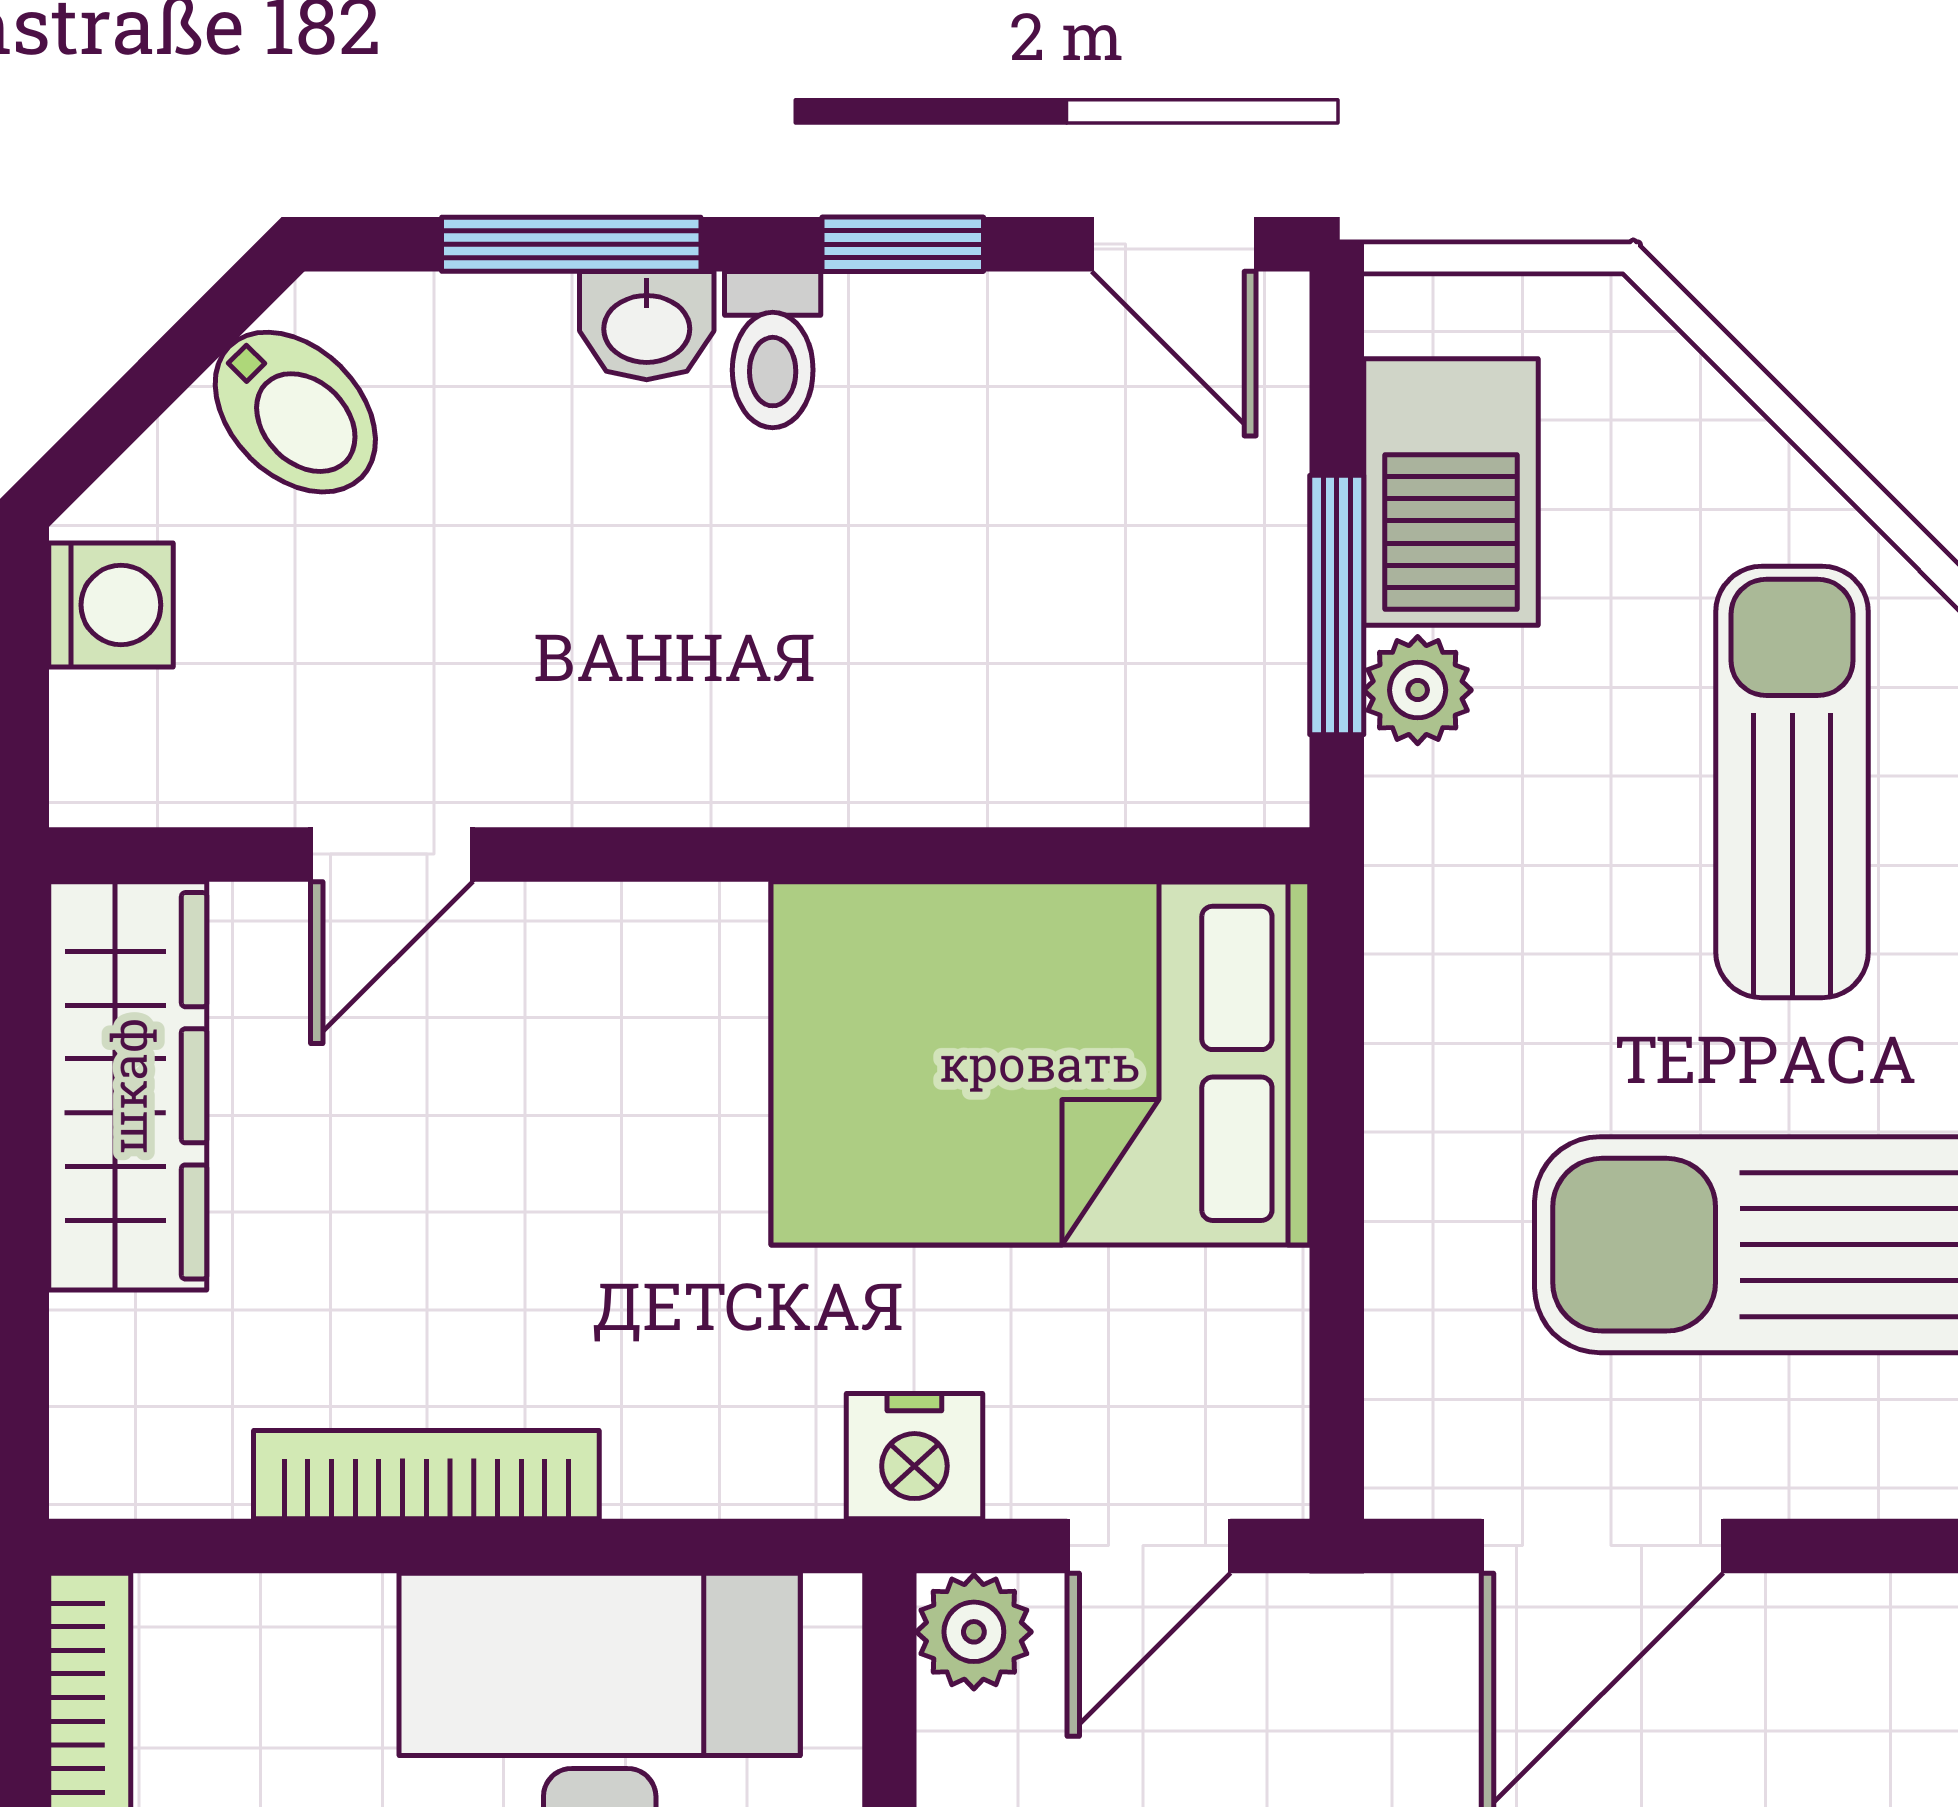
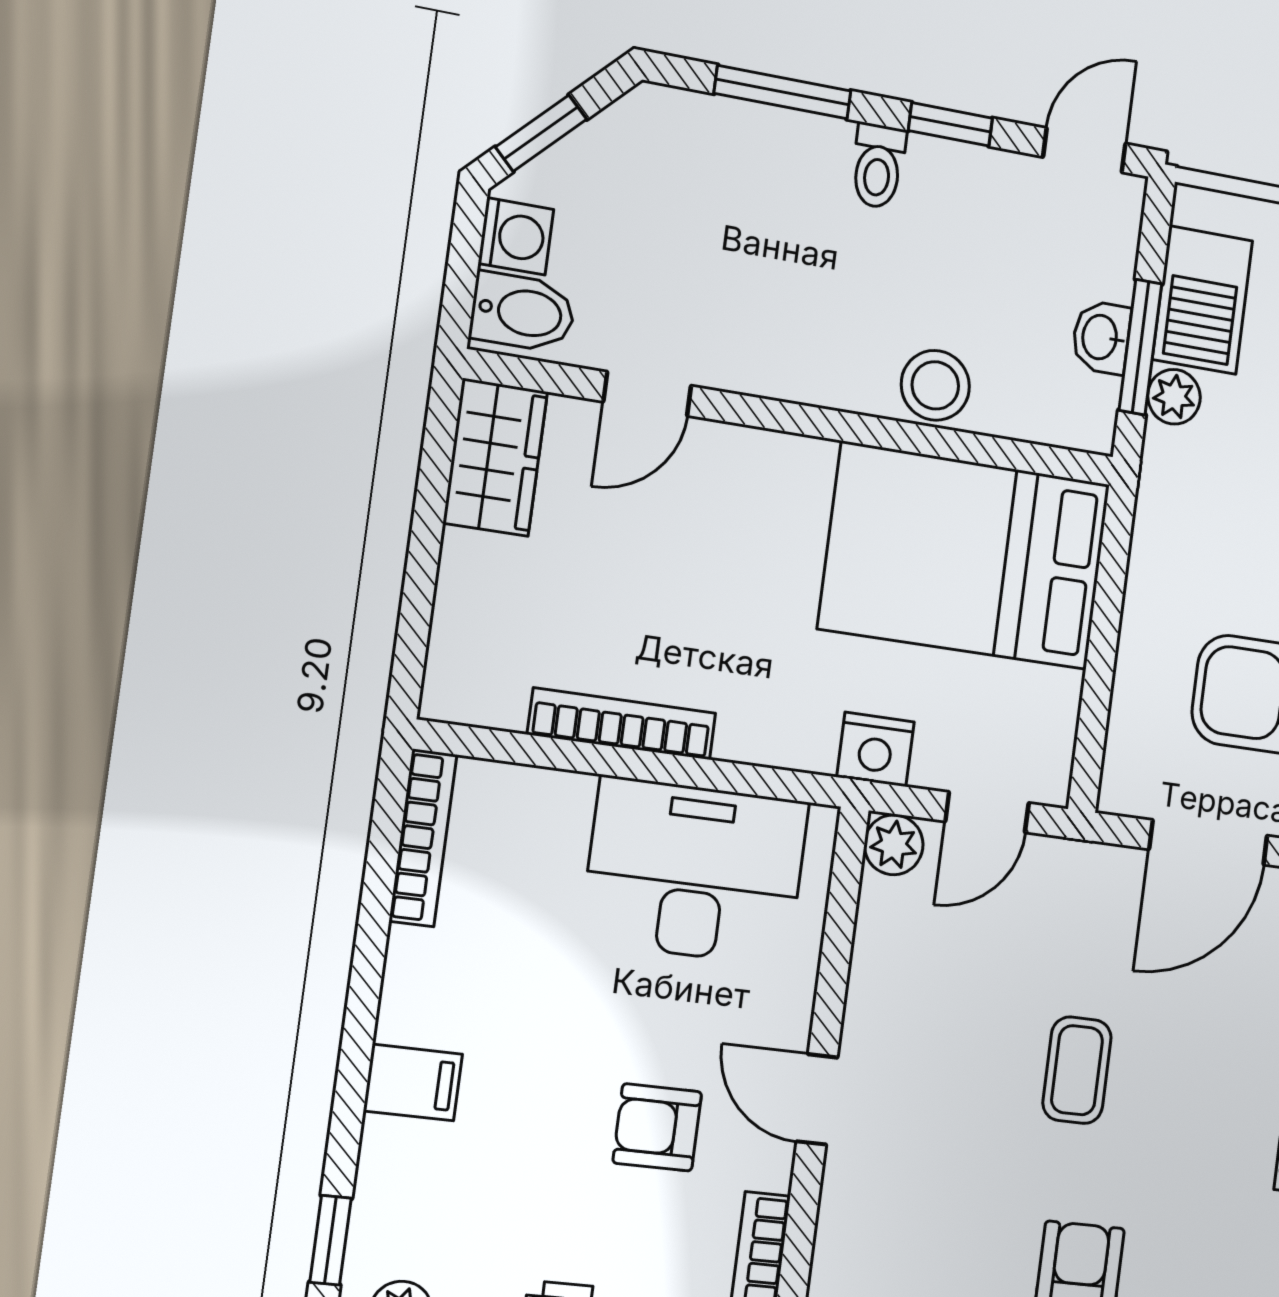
door: (1174, 244) -> (1084, 150), swing flipped
washbasin: (647, 326) -> (1101, 337), moved, turned 90
window: (131, 406) -> (541, 133), added
bidet: (295, 412) -> (523, 312), moved, turned -45
stool: (939, 747) -> (935, 385), added
wardrobe: (128, 1086) -> (495, 457), width x0.67

